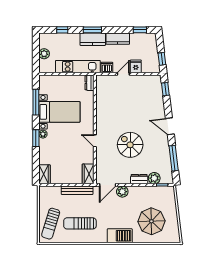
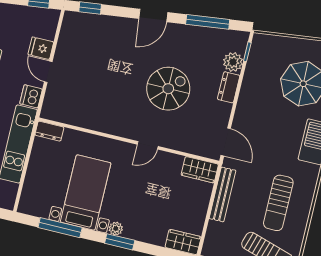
spiral stairs: (130, 145) -> (168, 89), turned 180
plant: (122, 192) -> (243, 120), removed

